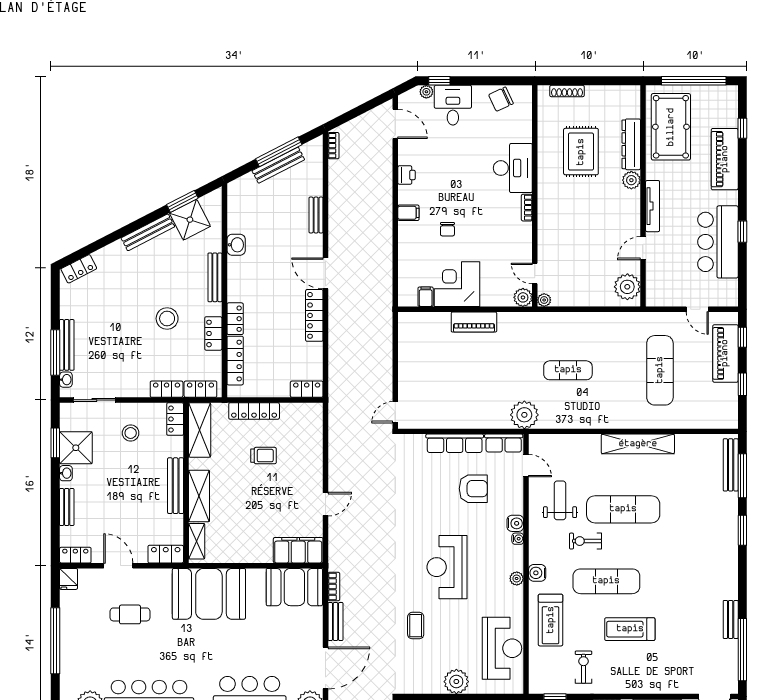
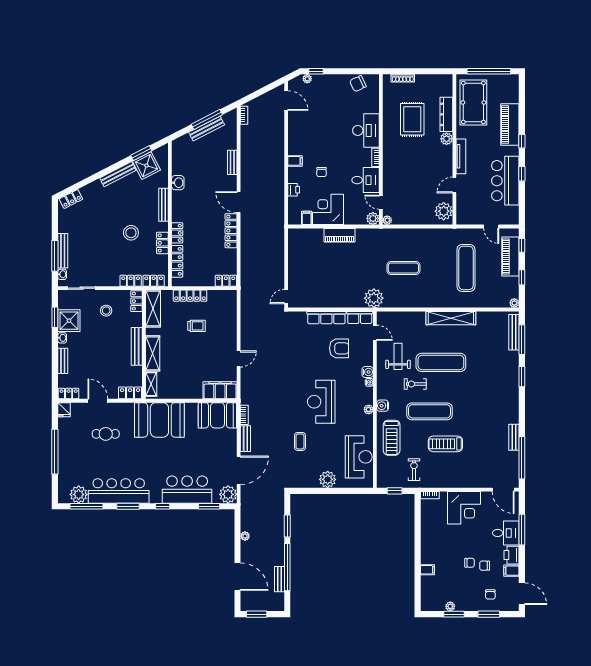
desk: (453, 105) -> (366, 180), moved, turned 90
window: (742, 128) -> (522, 141), moved
printer: (406, 175) -> (294, 190), moved
plant: (731, 422) -> (514, 303), added

